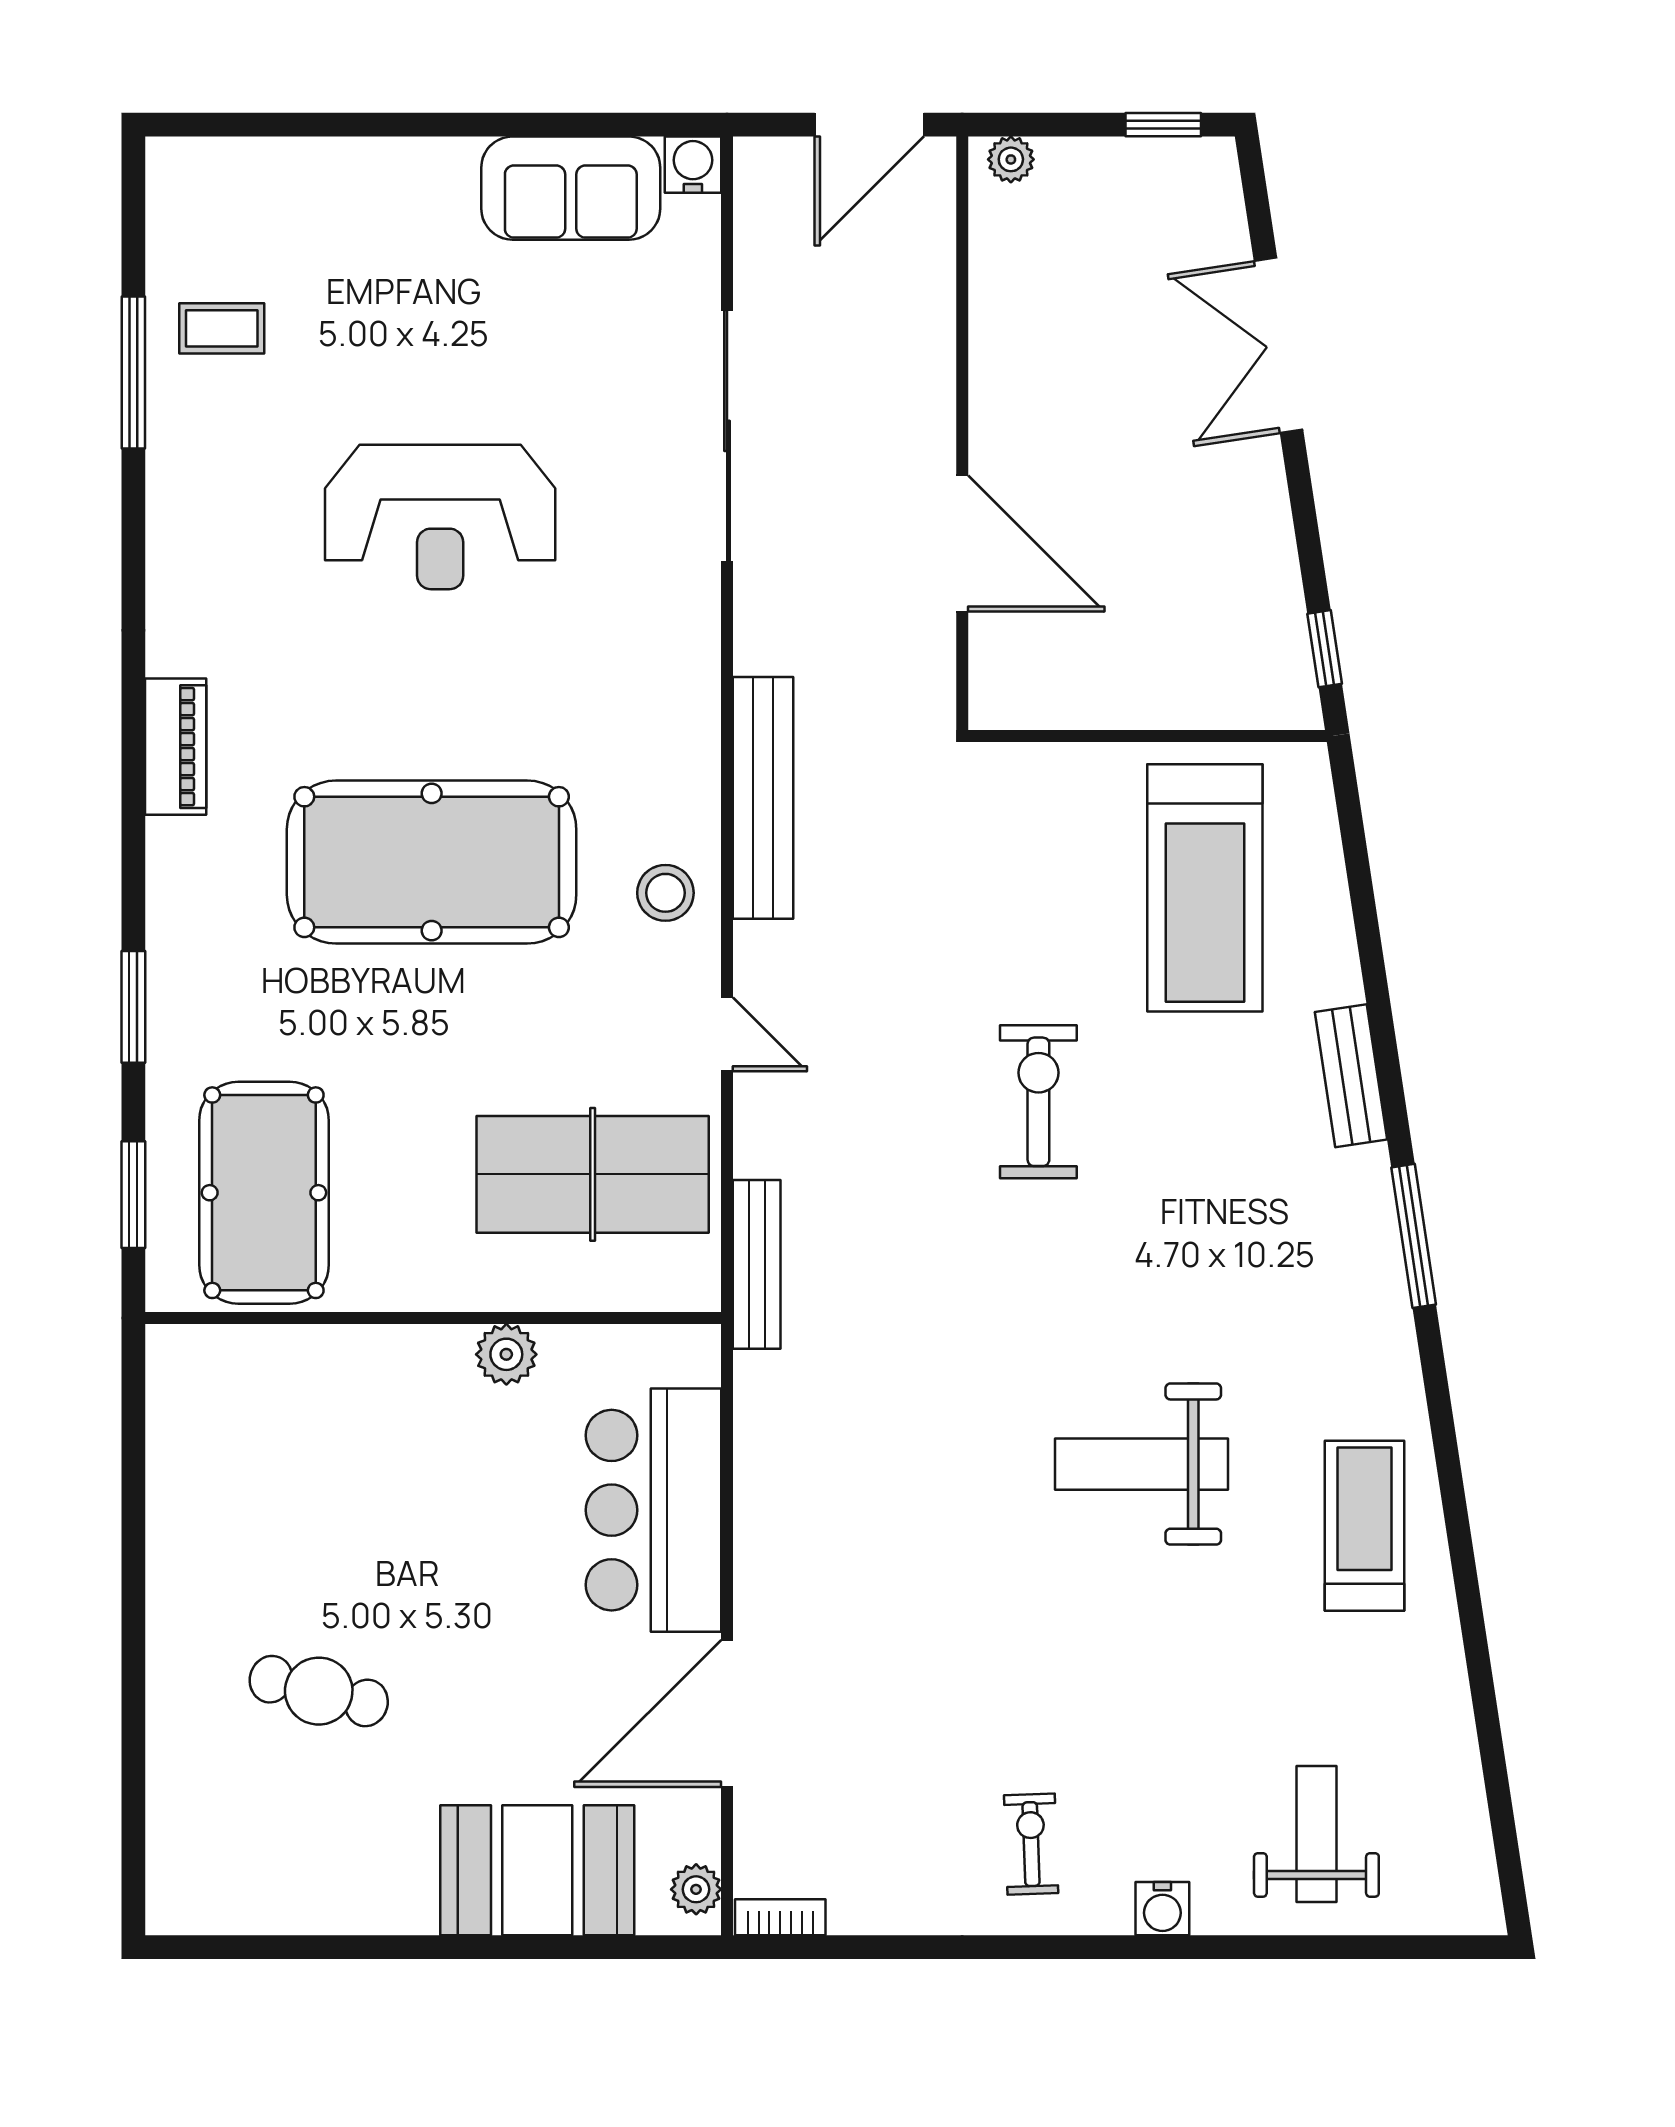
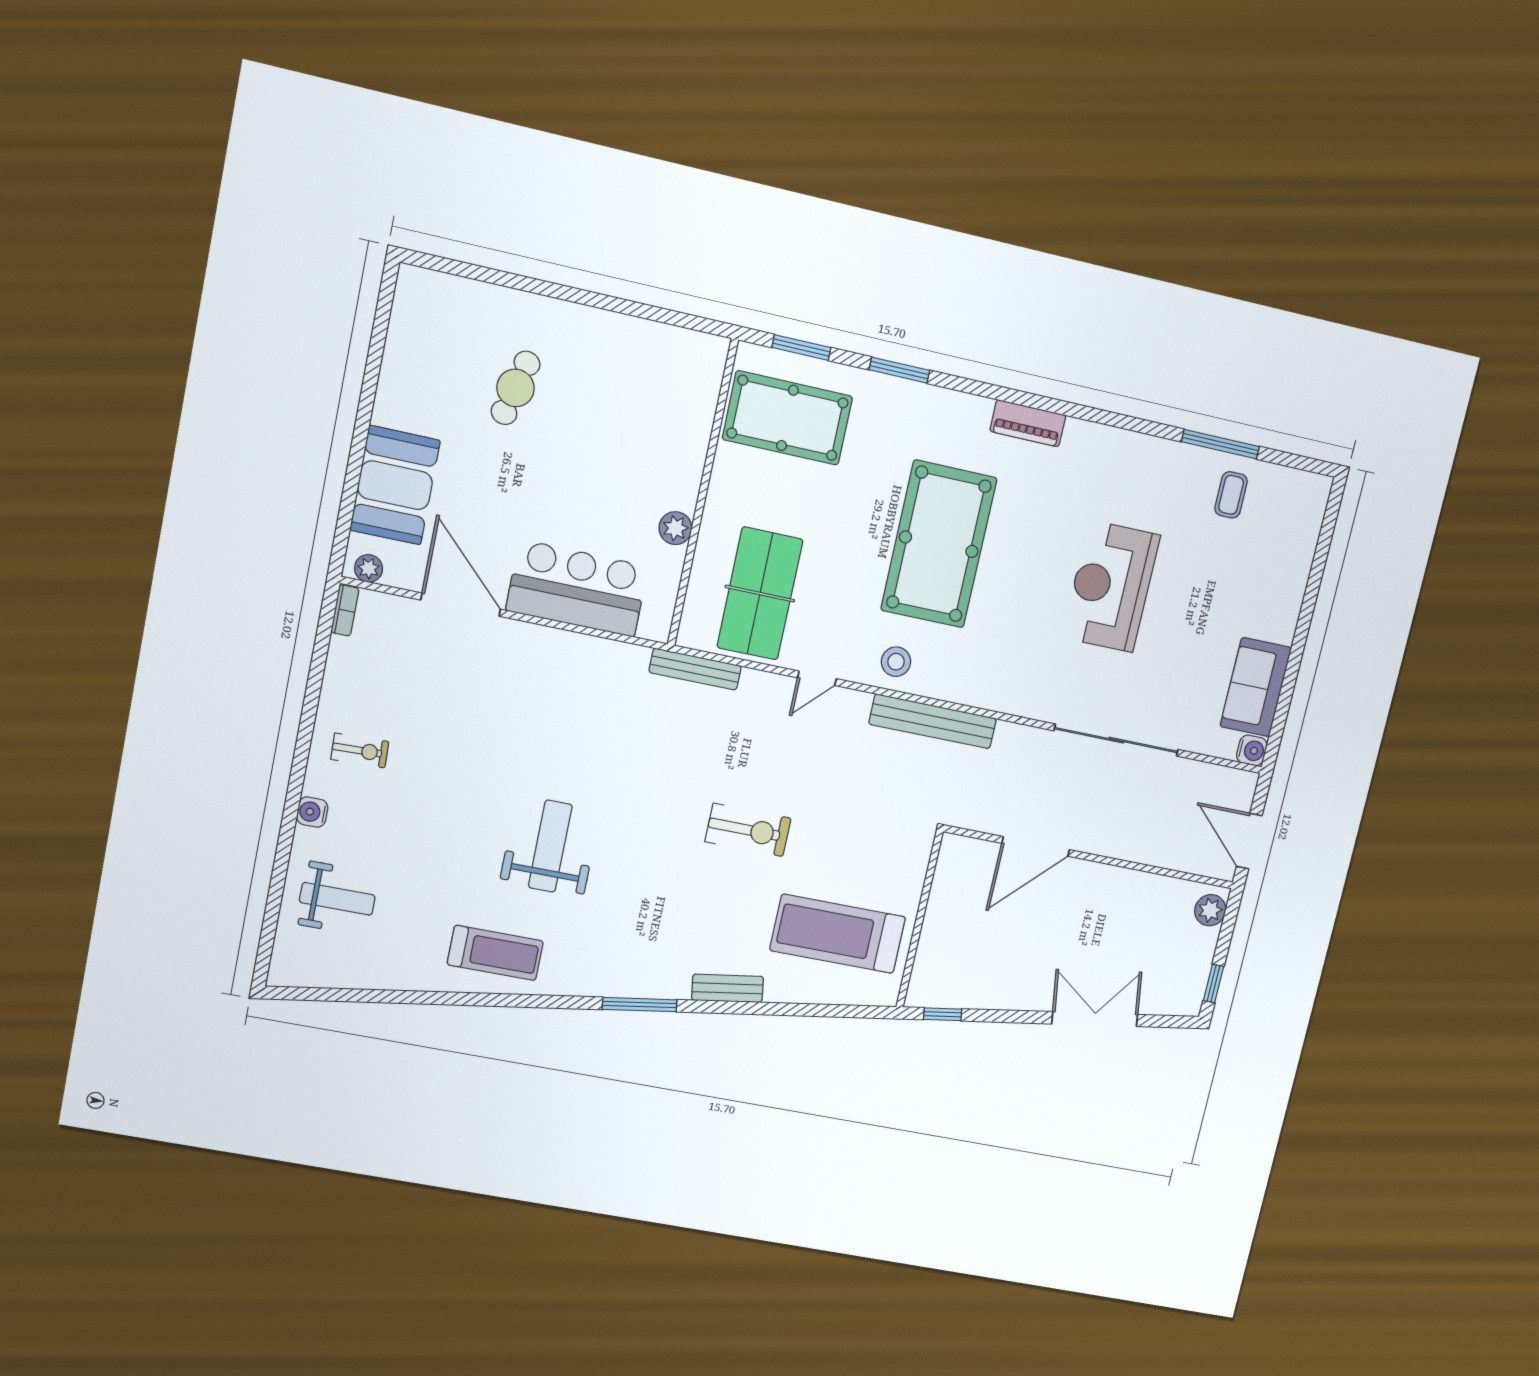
plant: (1011, 159) -> (1210, 910), width x1.38, depth x1.38

